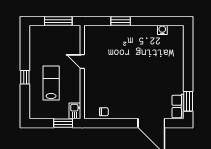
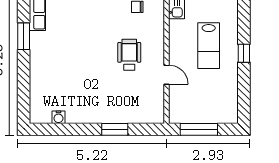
wheelchair: (110, 76) -> (129, 55), added
window: (188, 101) -> (24, 36), moved

